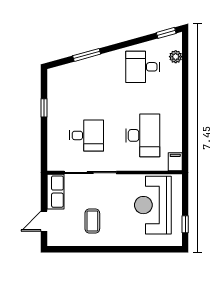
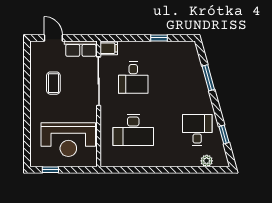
window: (166, 33) -> (224, 135), moved
filing cabinet: (175, 162) -> (109, 48), moved
reception desk: (153, 205) -> (68, 140), turned 180
coffee table: (92, 221) -> (53, 83), turned 90

